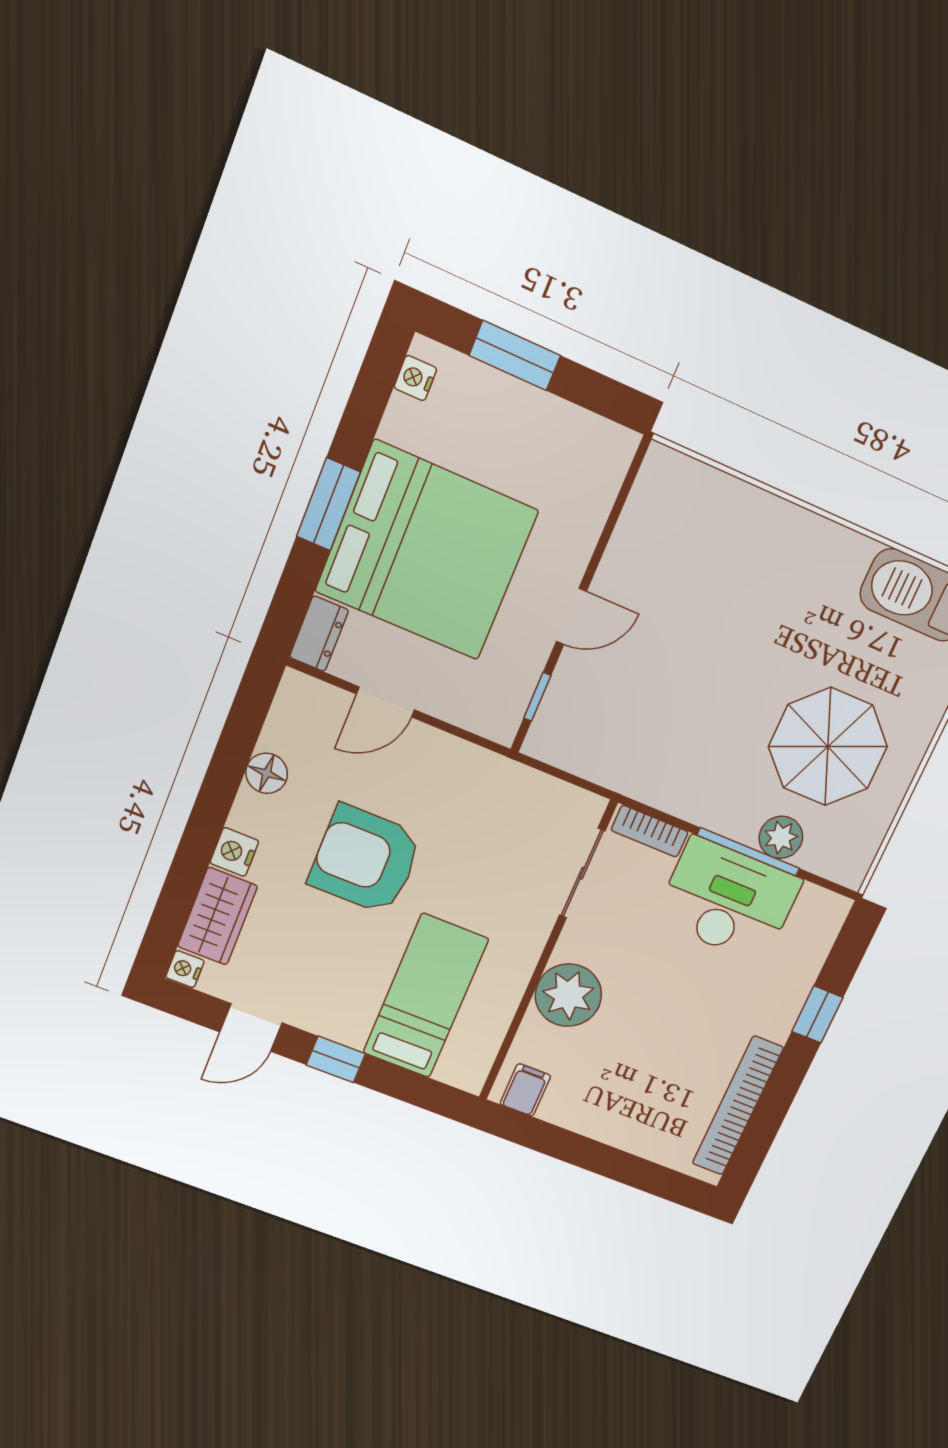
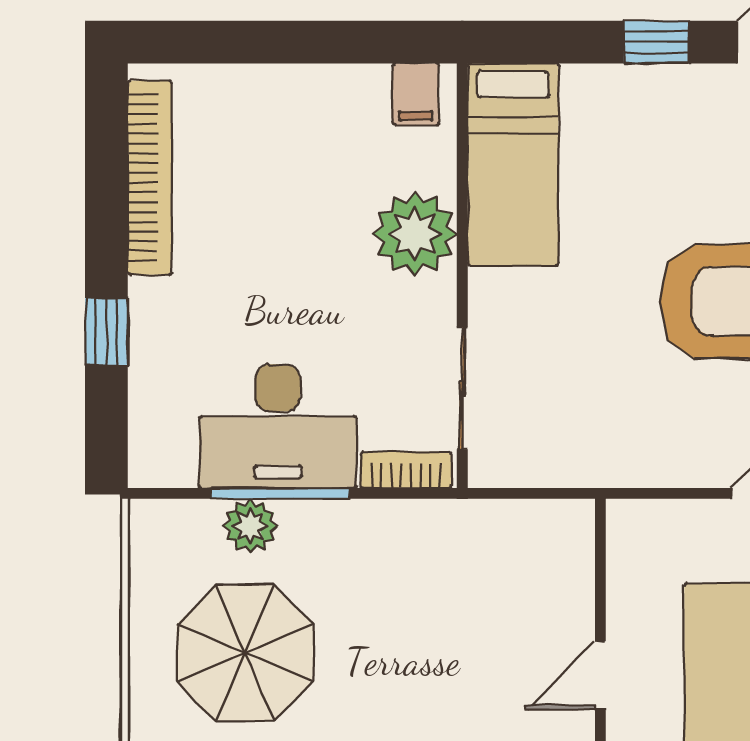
window: (537, 697) -> (600, 570), removed
bed: (426, 996) -> (513, 164), moved

